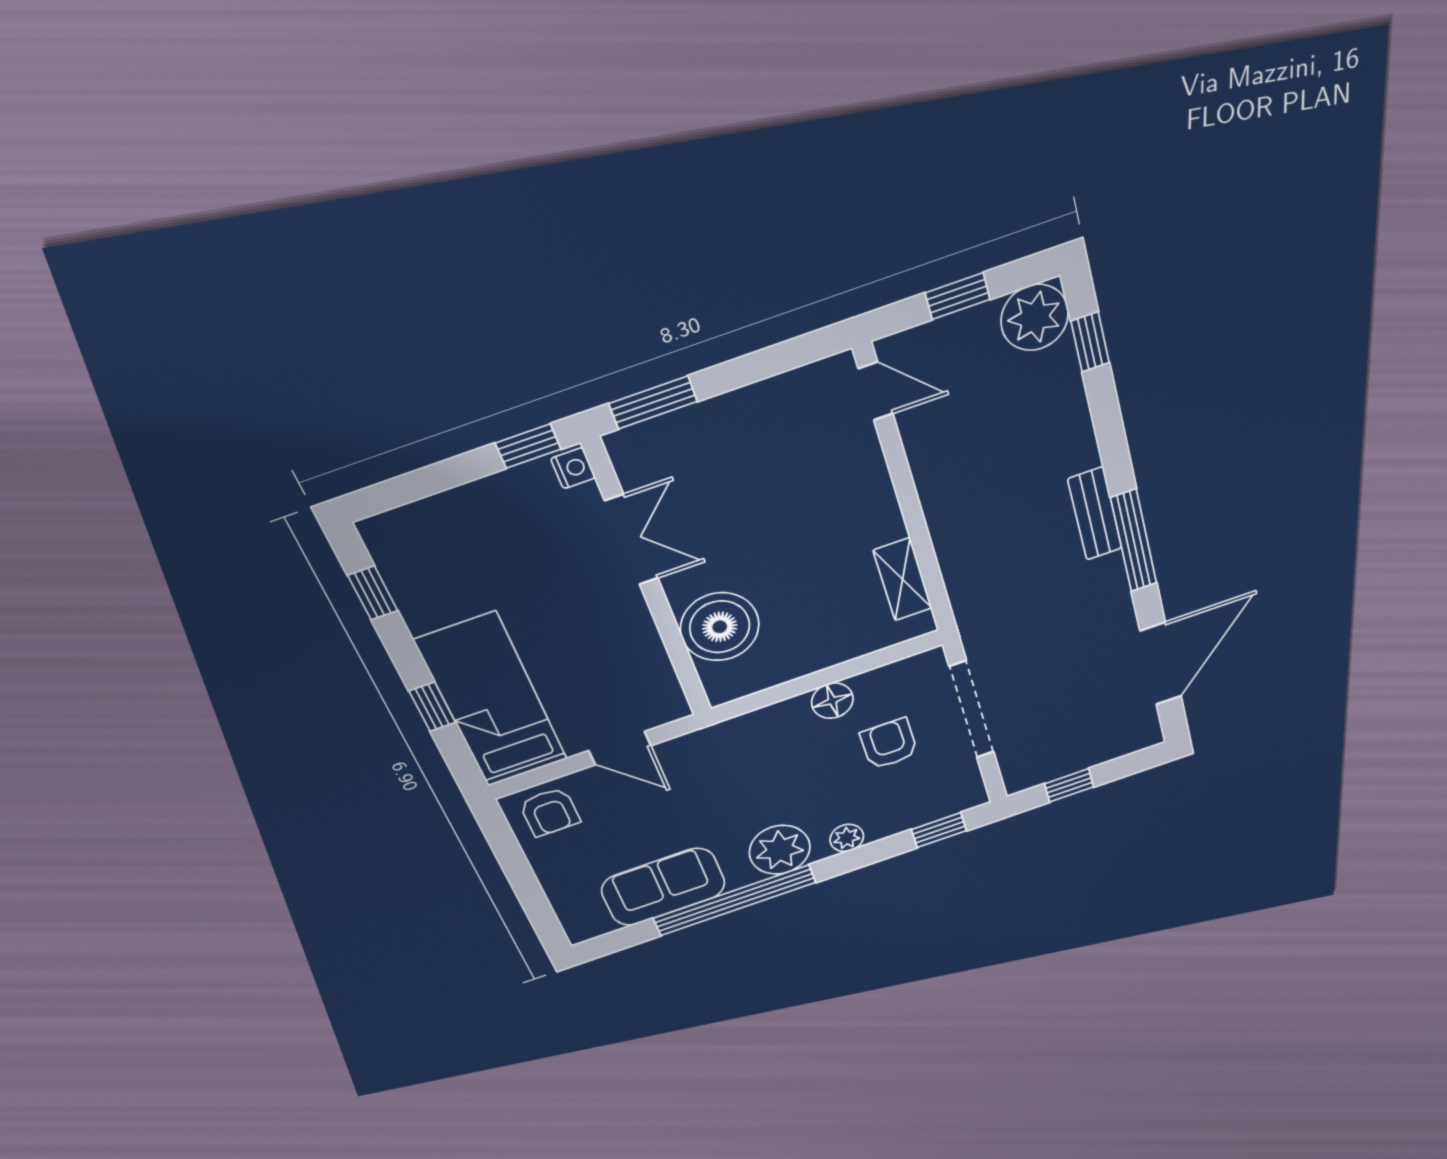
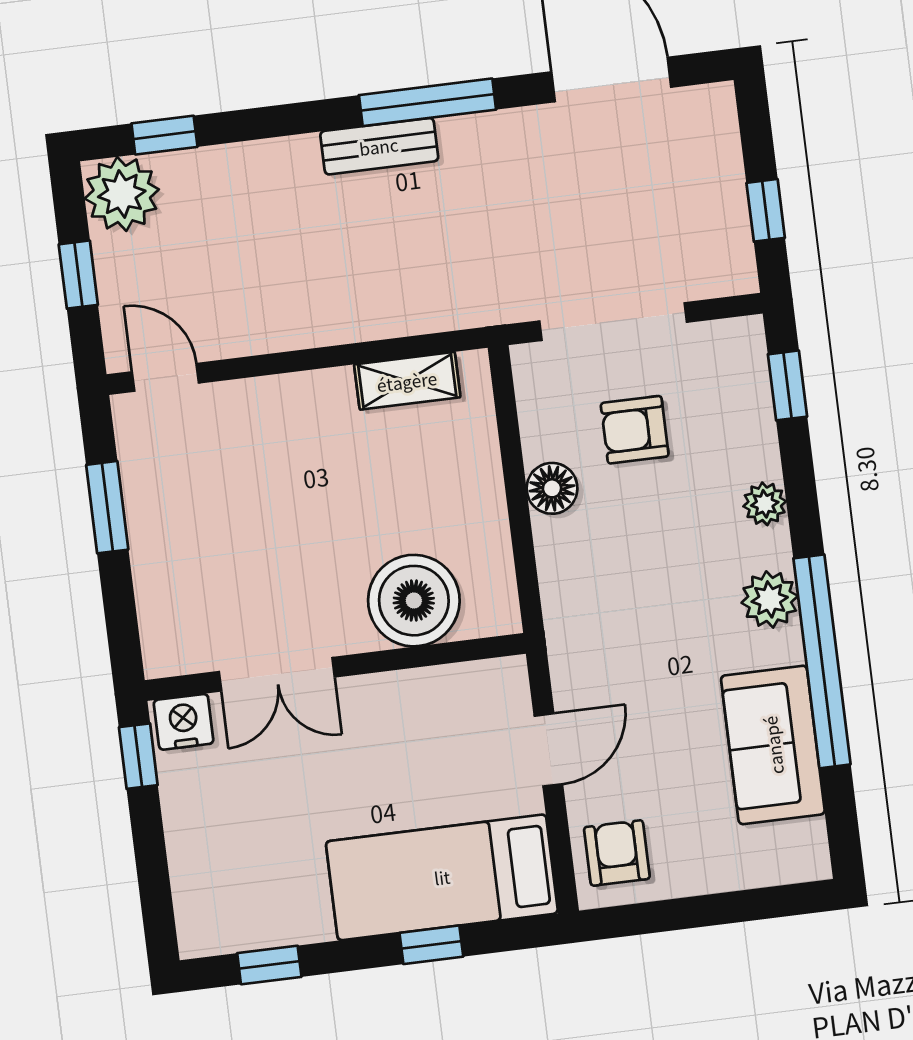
door: (876, 391) -> (165, 377), hinge flipped
window: (653, 402) -> (107, 507), moved
nightstand: (573, 468) -> (184, 722), width x1.39, depth x1.35
double door: (632, 540) -> (277, 674), swing flipped
armchair: (550, 812) -> (617, 853), turned -90
plant: (780, 850) -> (770, 599), width x0.73, depth x0.73

